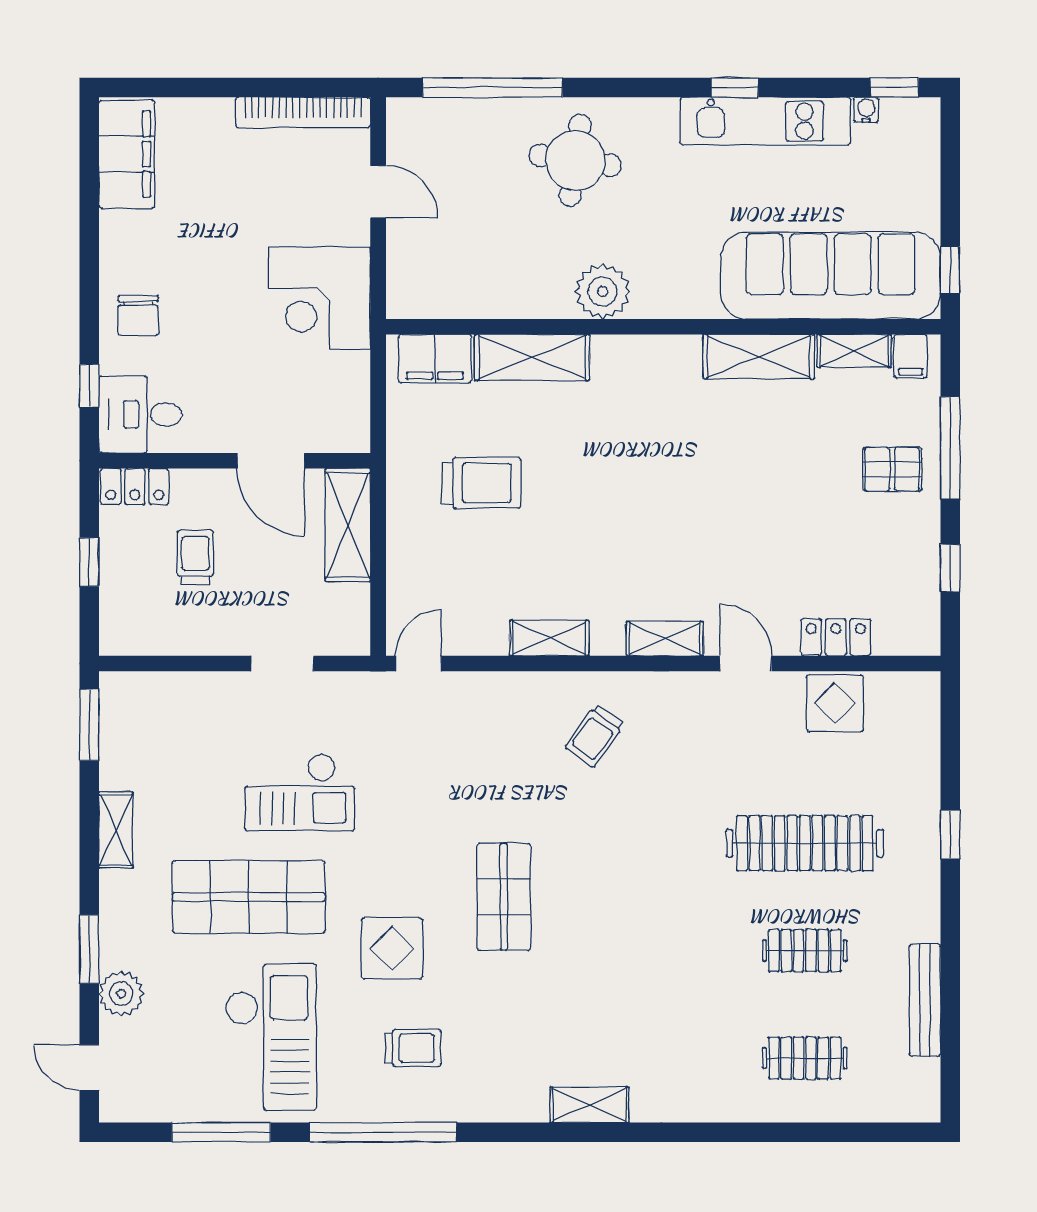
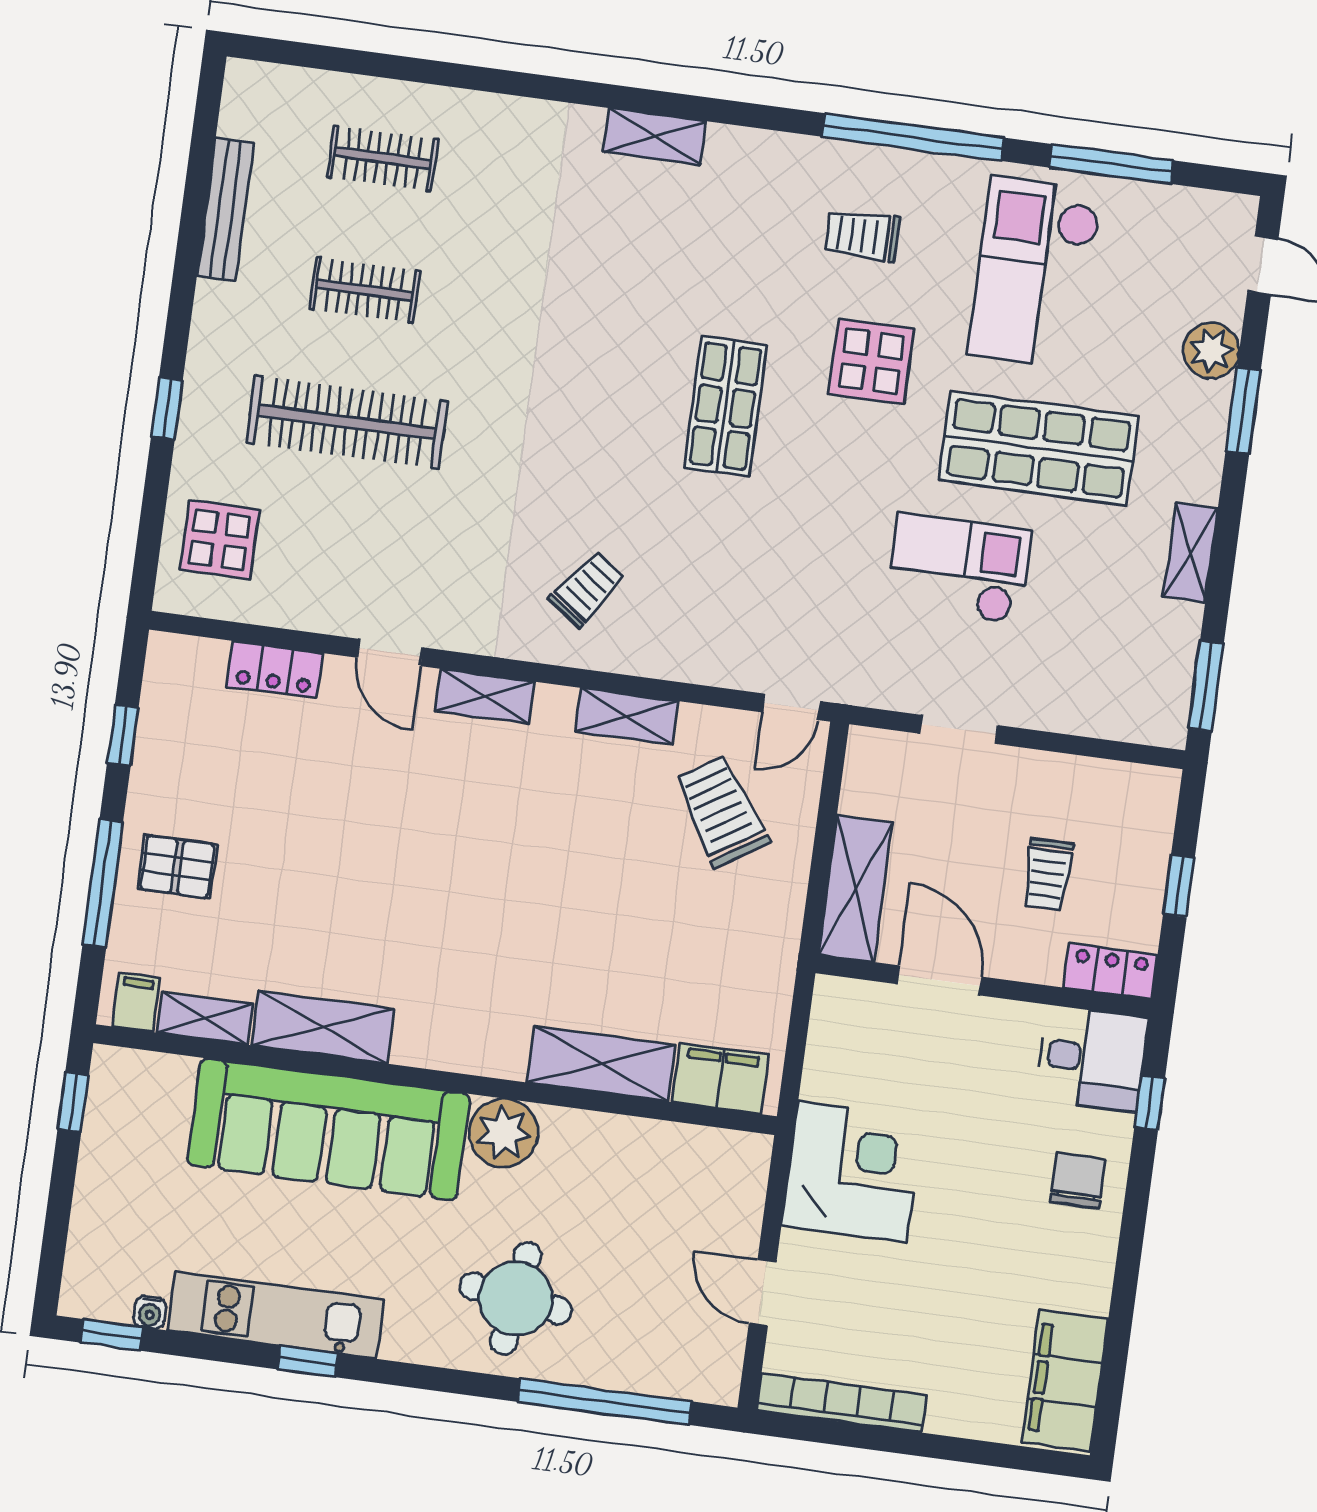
sofa: (831, 275) -> (328, 1129), moved
trolley: (481, 483) -> (721, 811), moved, turned 57
display table: (835, 703) -> (220, 540), moved

